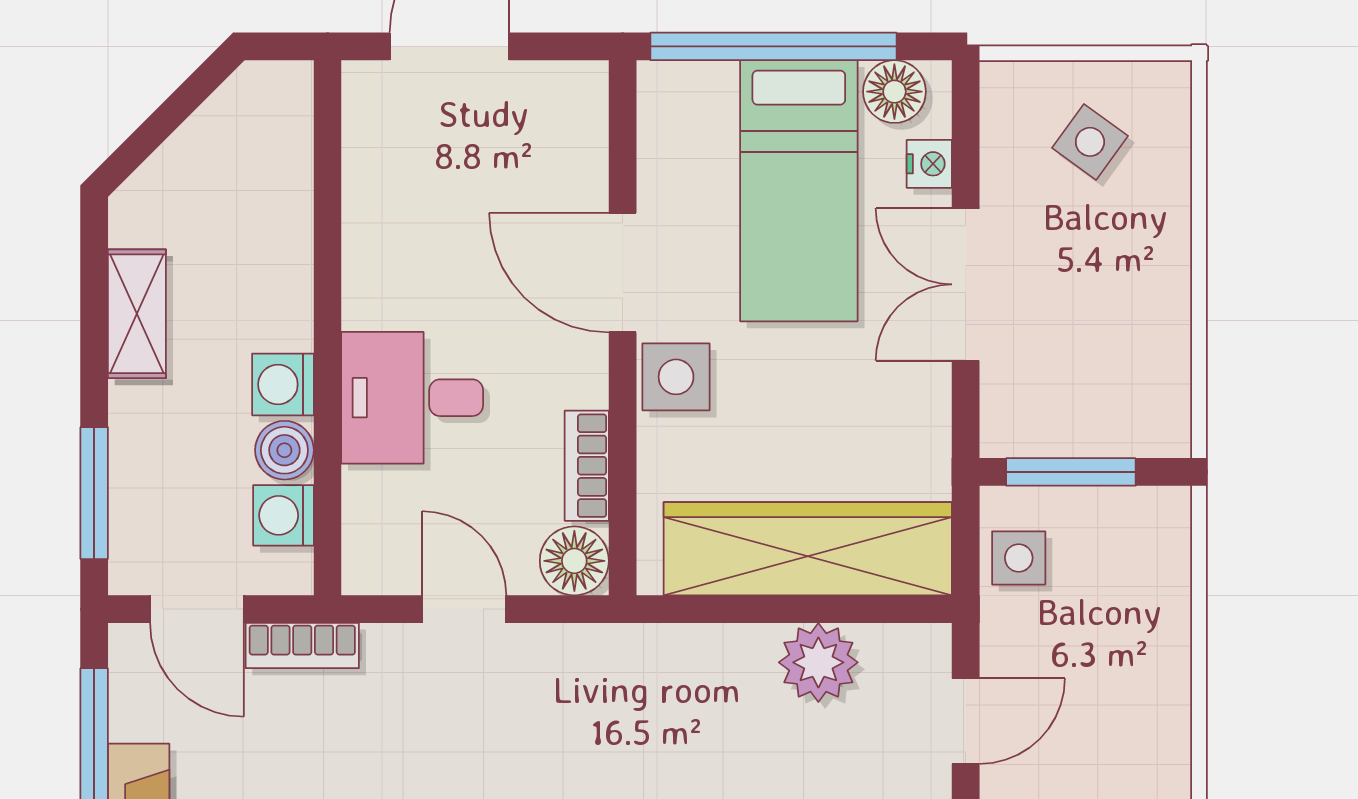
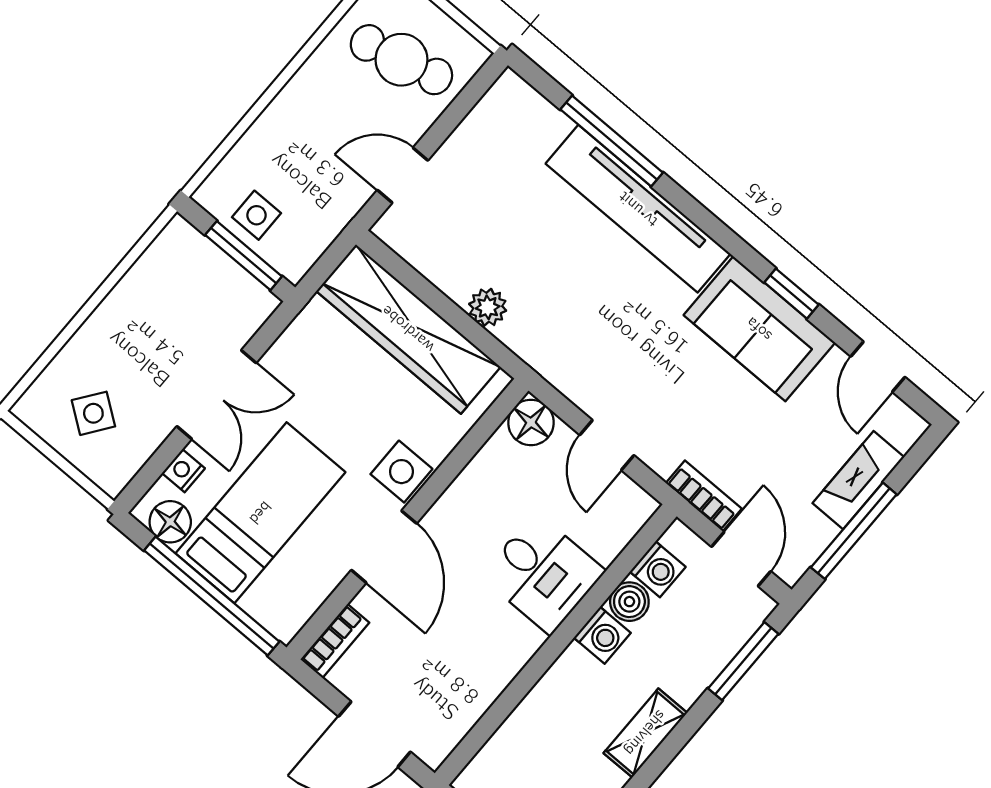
bookcase: (587, 466) -> (335, 641), moved
side table: (1019, 558) -> (256, 215), moved
plant: (818, 662) -> (488, 307), moved, width x0.73, depth x0.73

